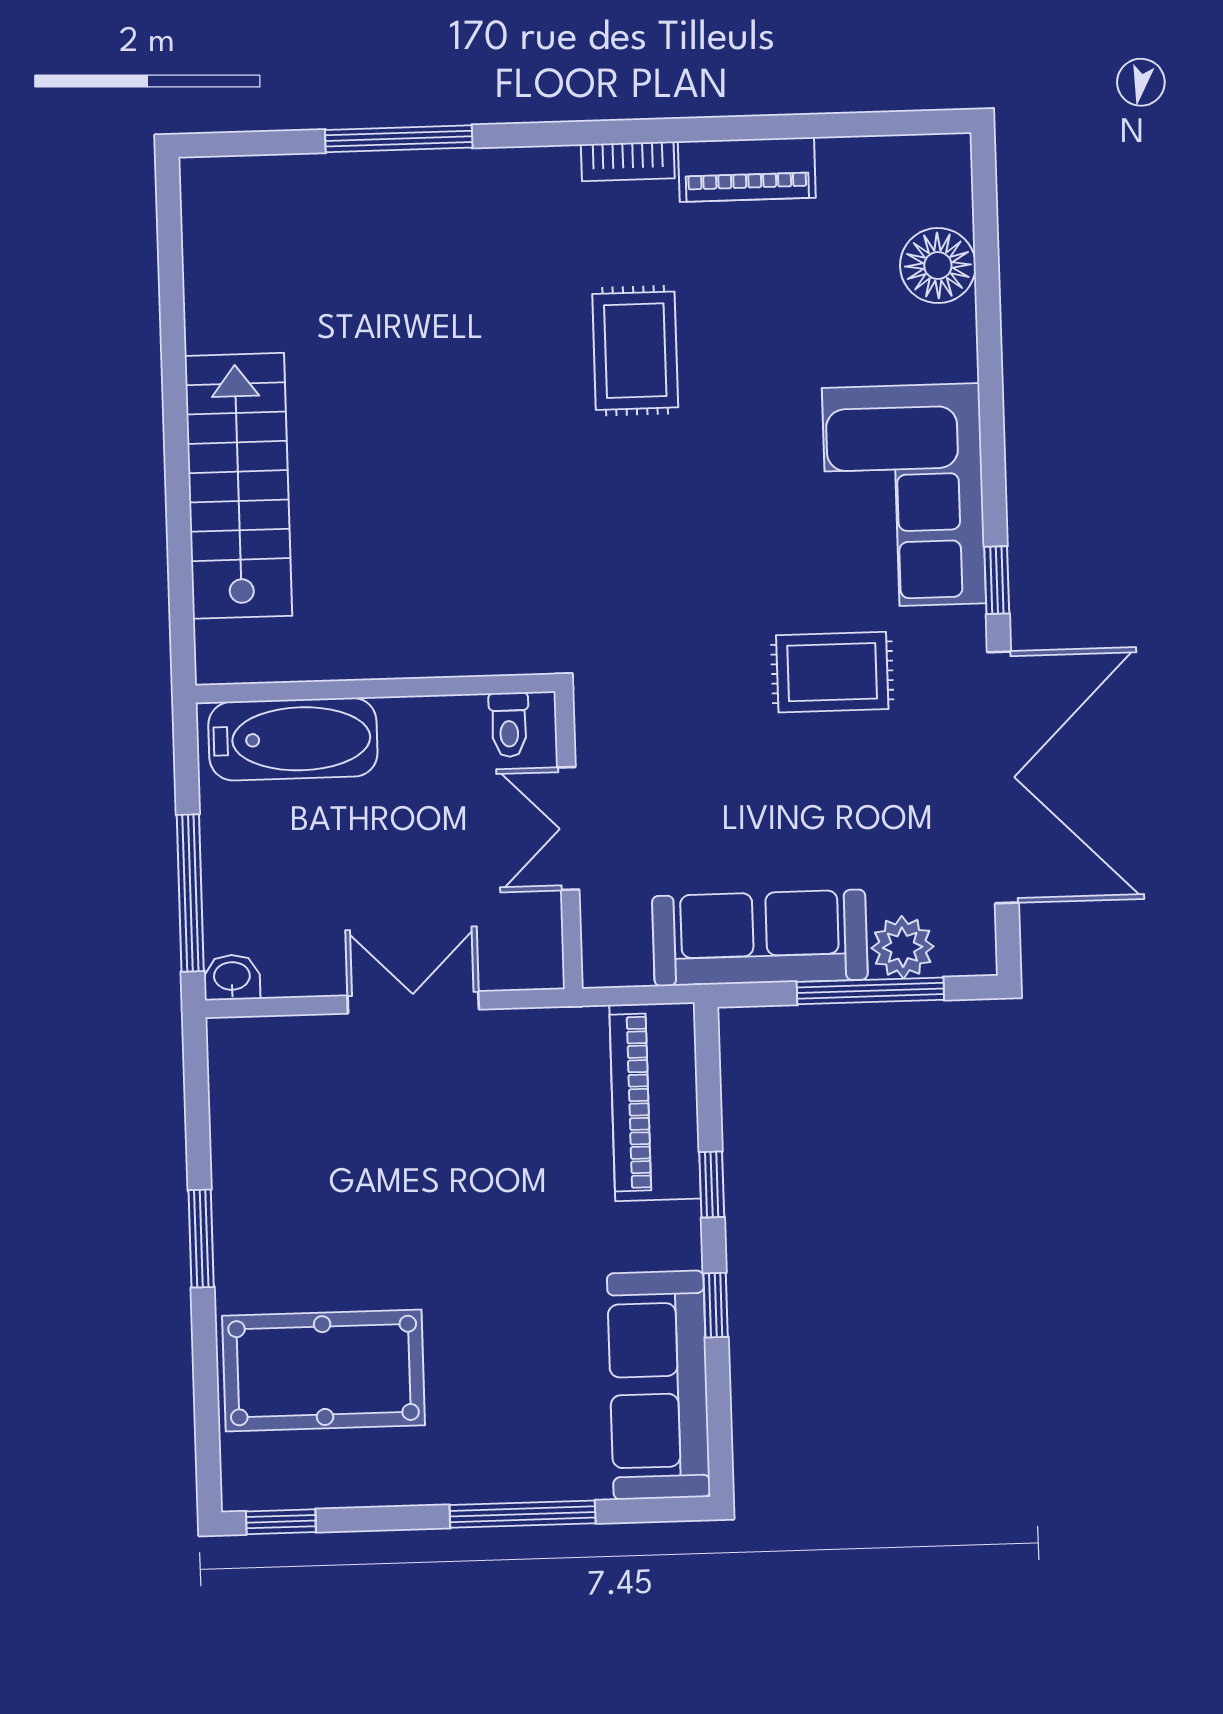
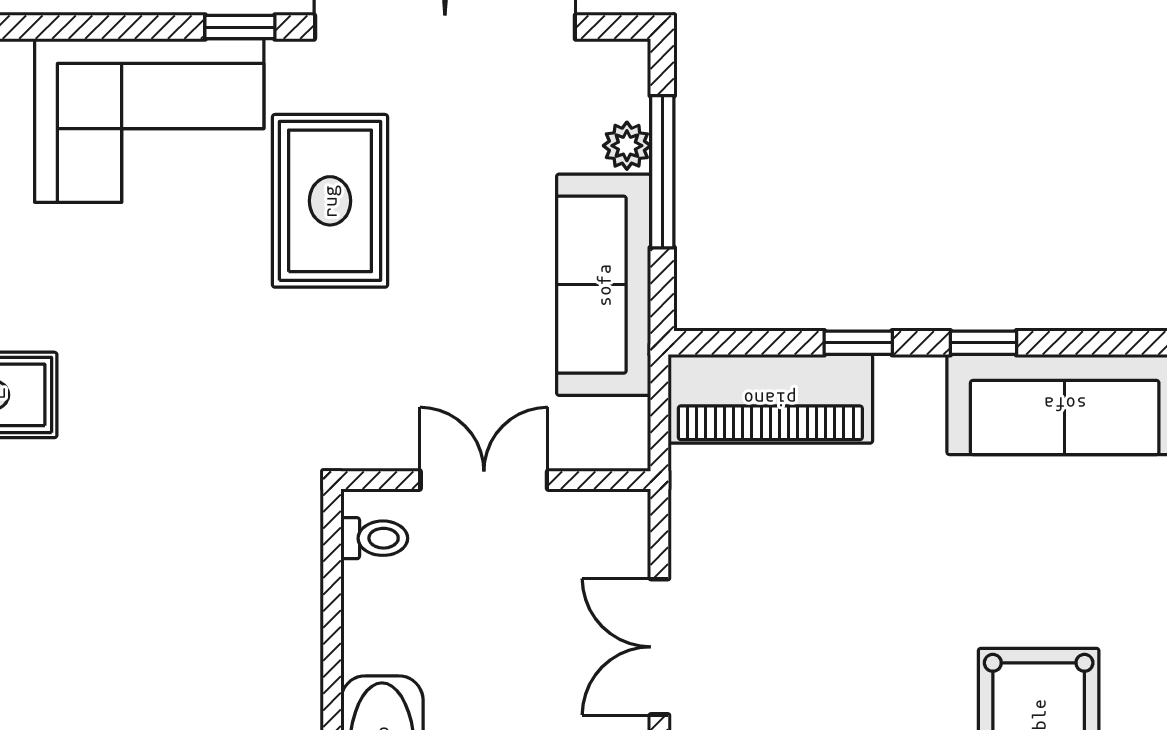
rug: (832, 672) -> (330, 201), width x1.36, depth x1.43
double door: (568, 829) -> (484, 480), swing flipped
plant: (903, 947) -> (627, 146), width x0.73, depth x0.73

